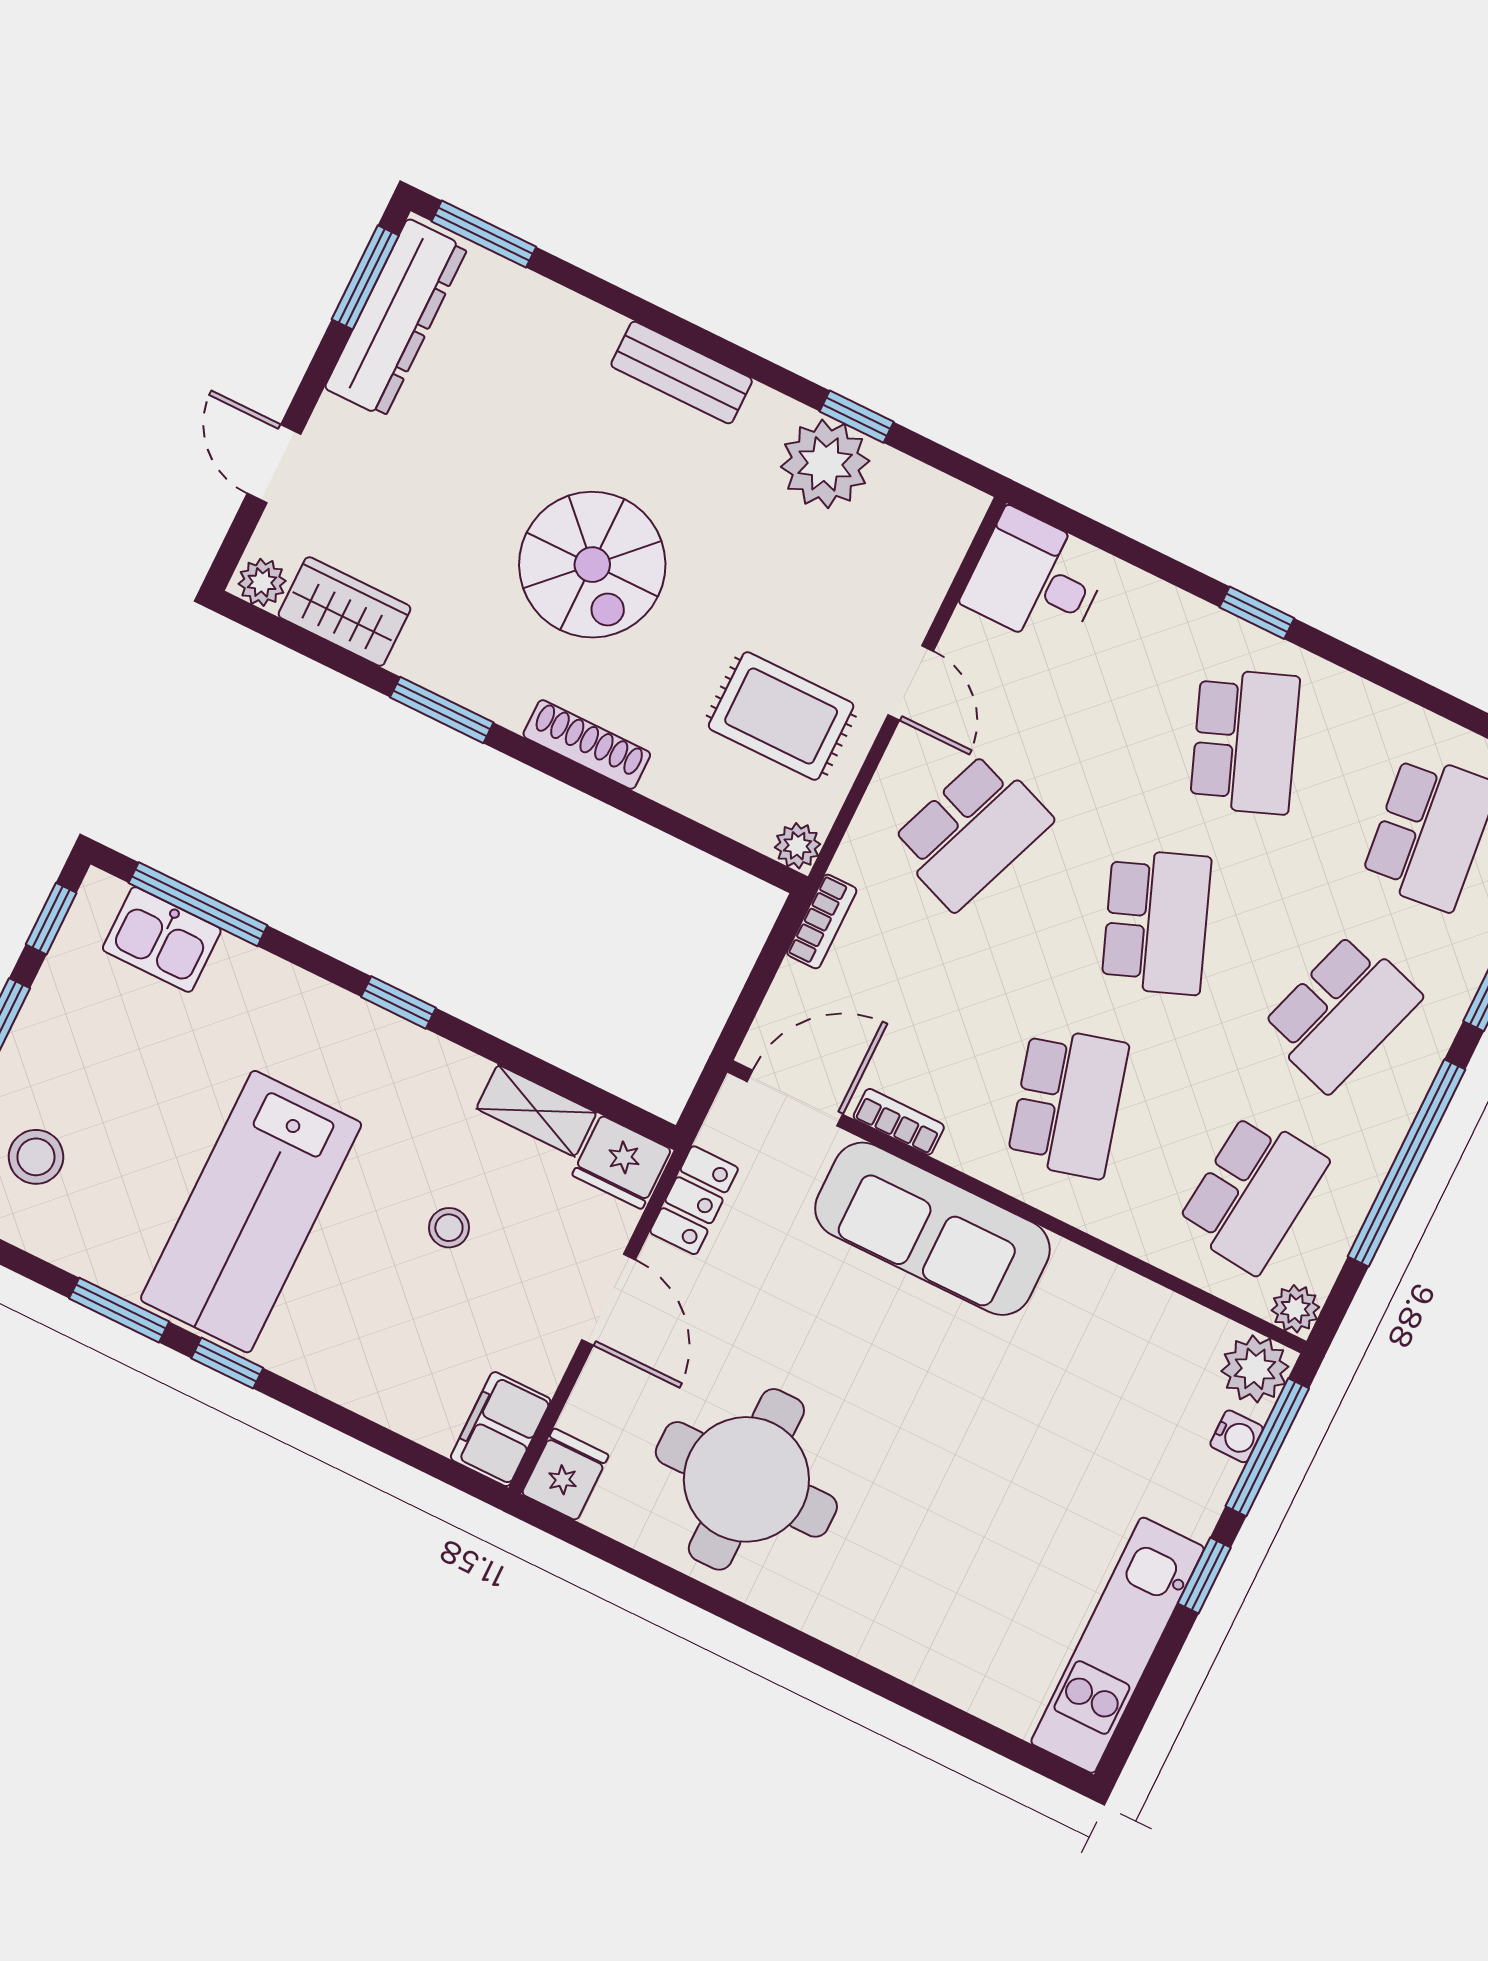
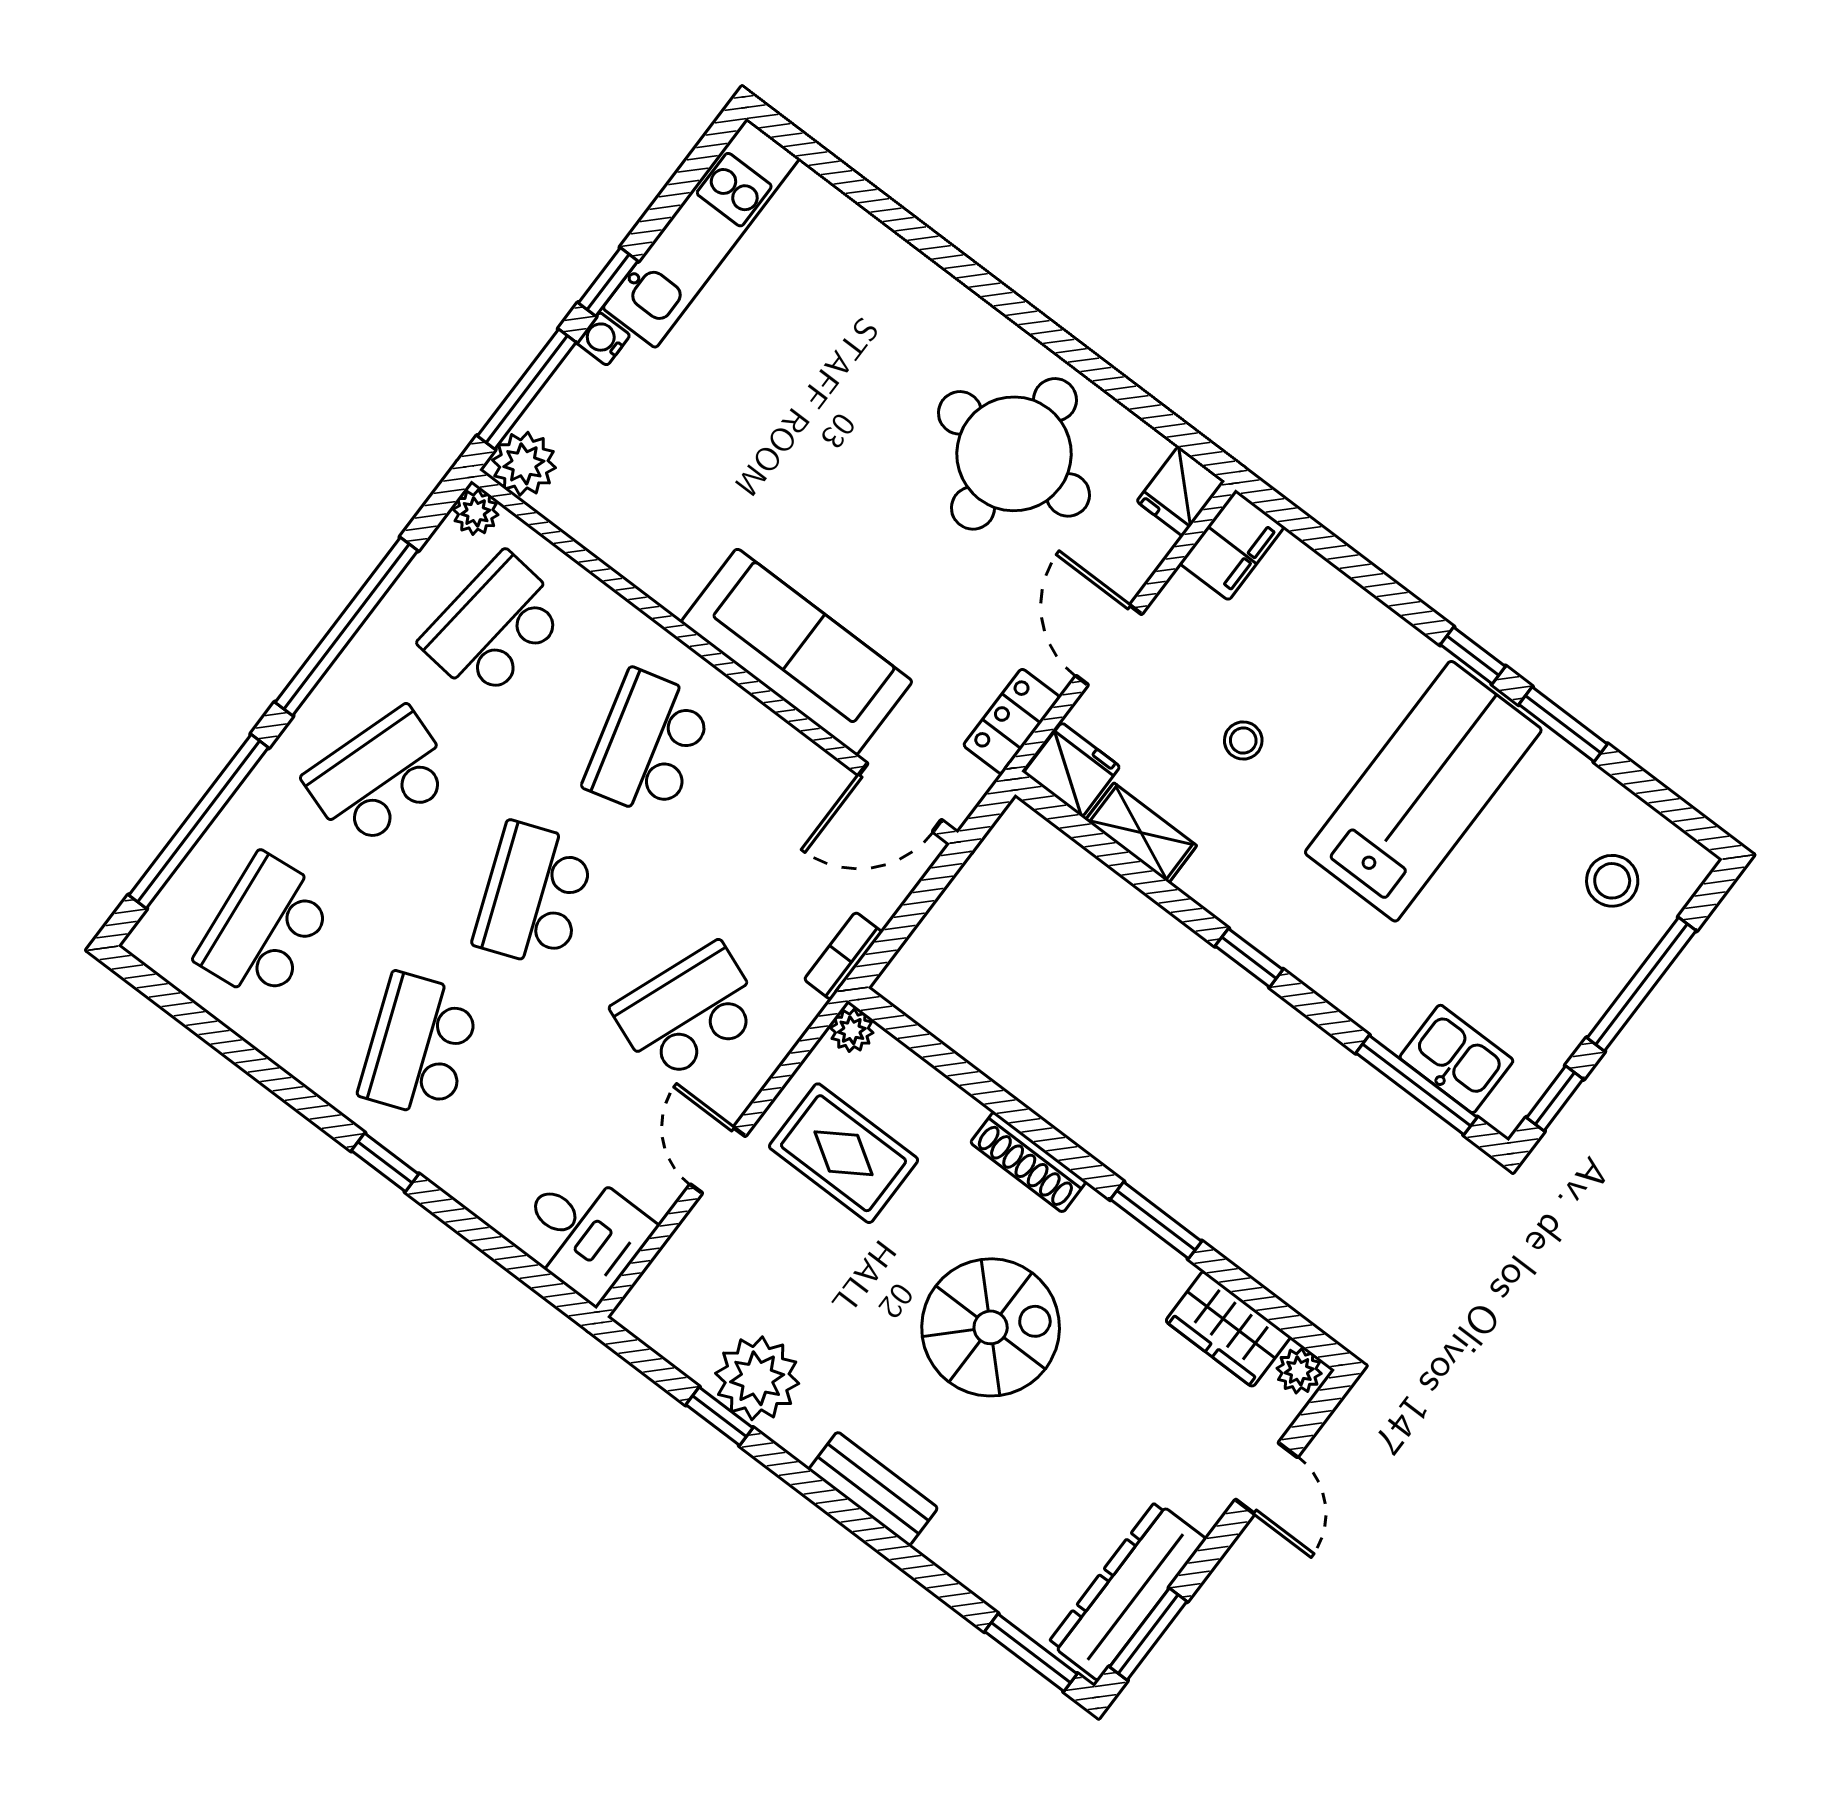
spiral stairs: (592, 565) -> (991, 1327), turned 90
bookcase: (899, 1122) -> (808, 757), removed
water cooler: (1236, 1436) -> (603, 339), moved

